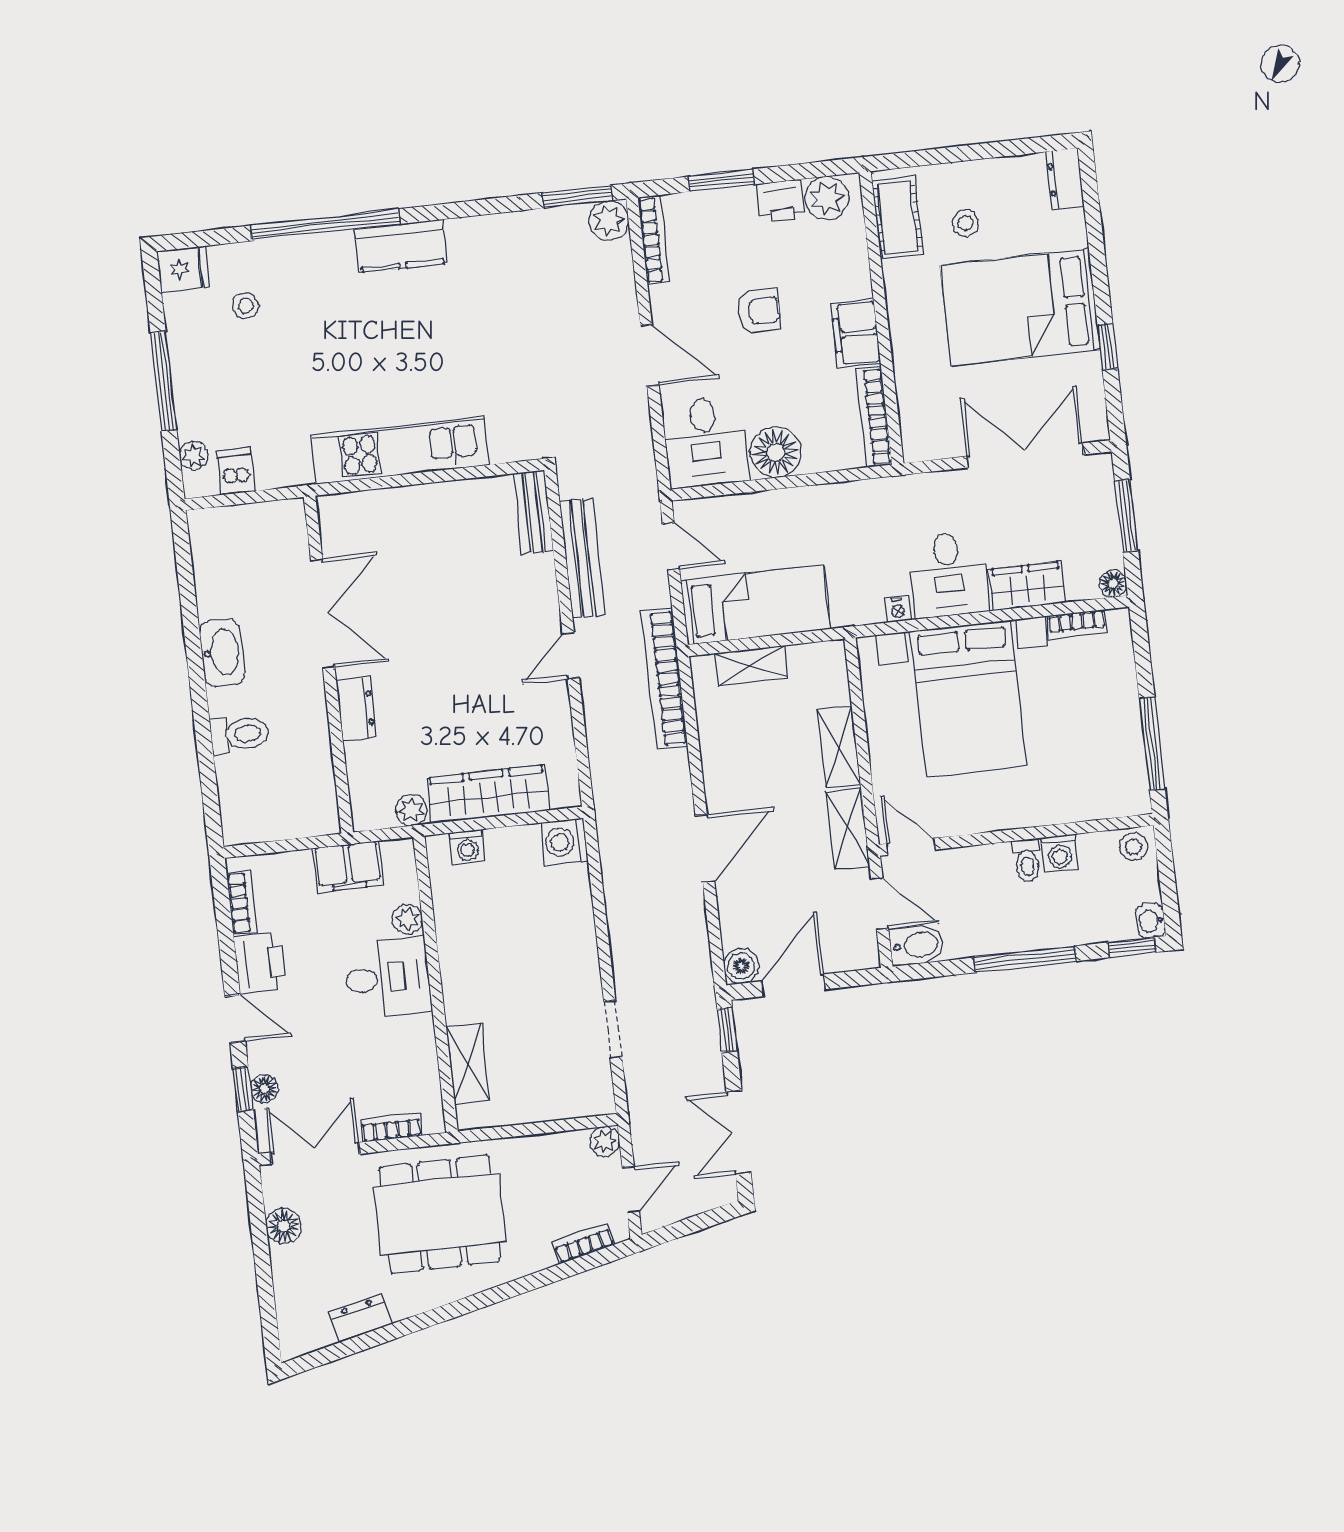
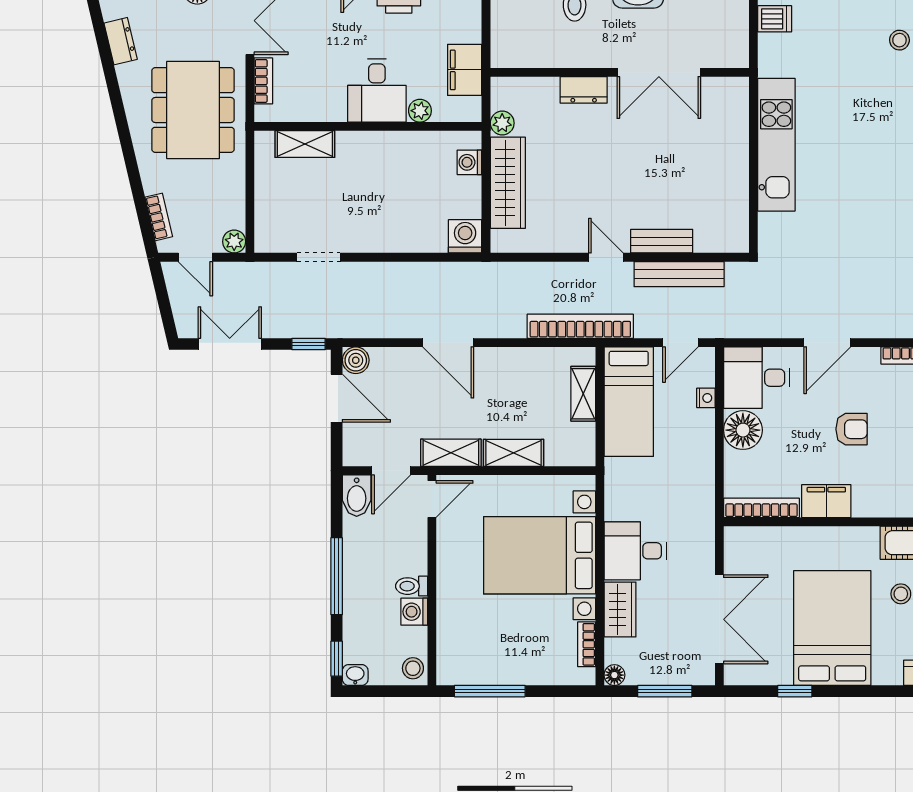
armchair: (759, 311) -> (852, 429), turned -90
bench: (534, 512) -> (662, 241), moved
nightstand: (898, 609) -> (706, 398), moved, turned 180

